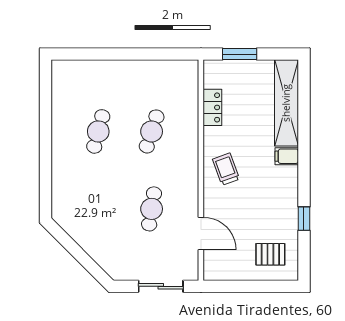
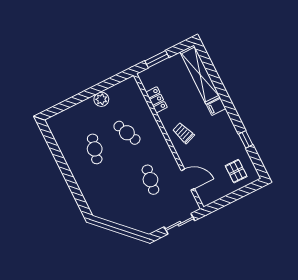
plant: (140, 70) -> (101, 99), added
cafe table: (152, 131) -> (127, 133), turned -42
pallet: (270, 254) -> (236, 171), turned 90

